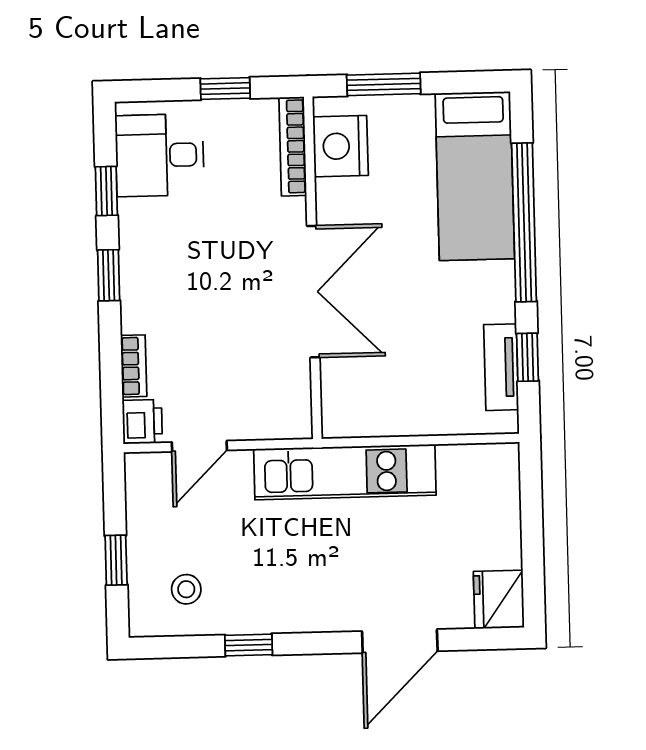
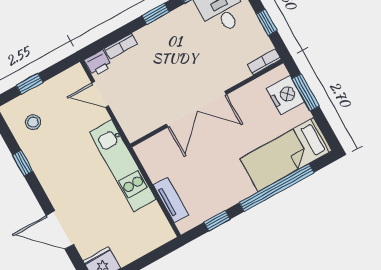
bookcase: (293, 146) -> (264, 62), width x0.64
nightstand: (341, 146) -> (286, 95), moved, turned 90
tv unit: (501, 367) -> (171, 200), moved, turned 90

